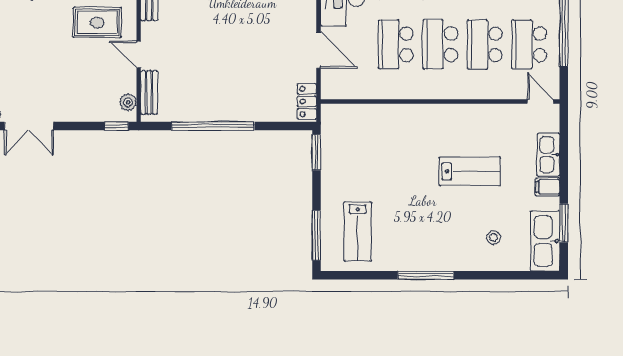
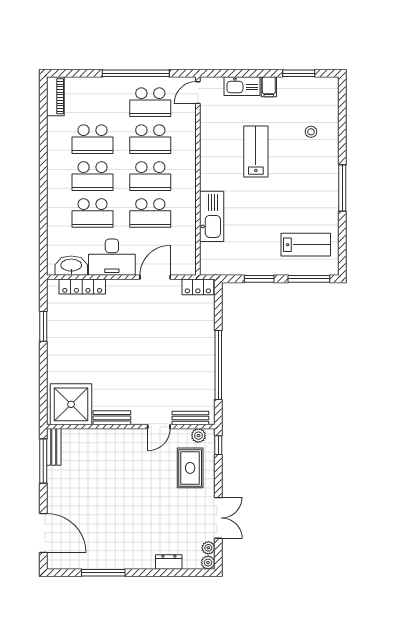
rug: (97, 22) -> (190, 468), moved
window: (316, 152) -> (259, 279), moved
kitchen sink: (545, 241) -> (212, 216), moved, turned -90

